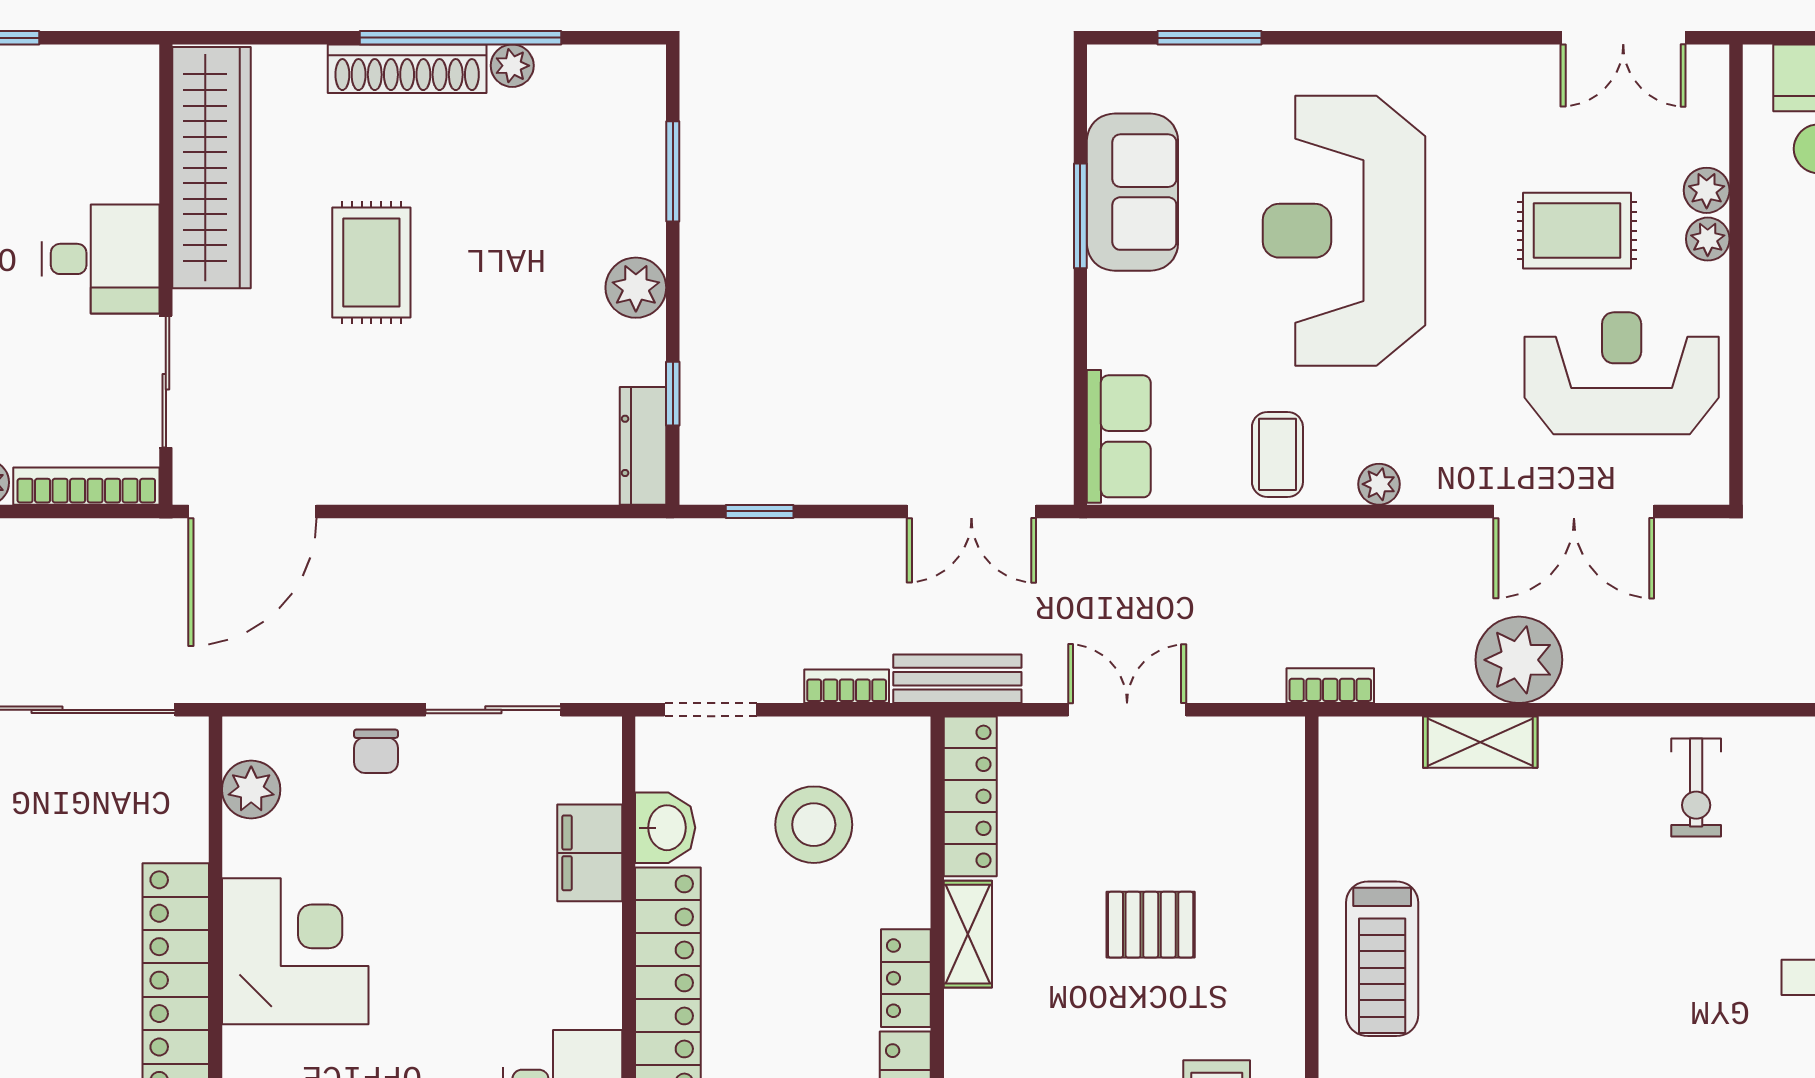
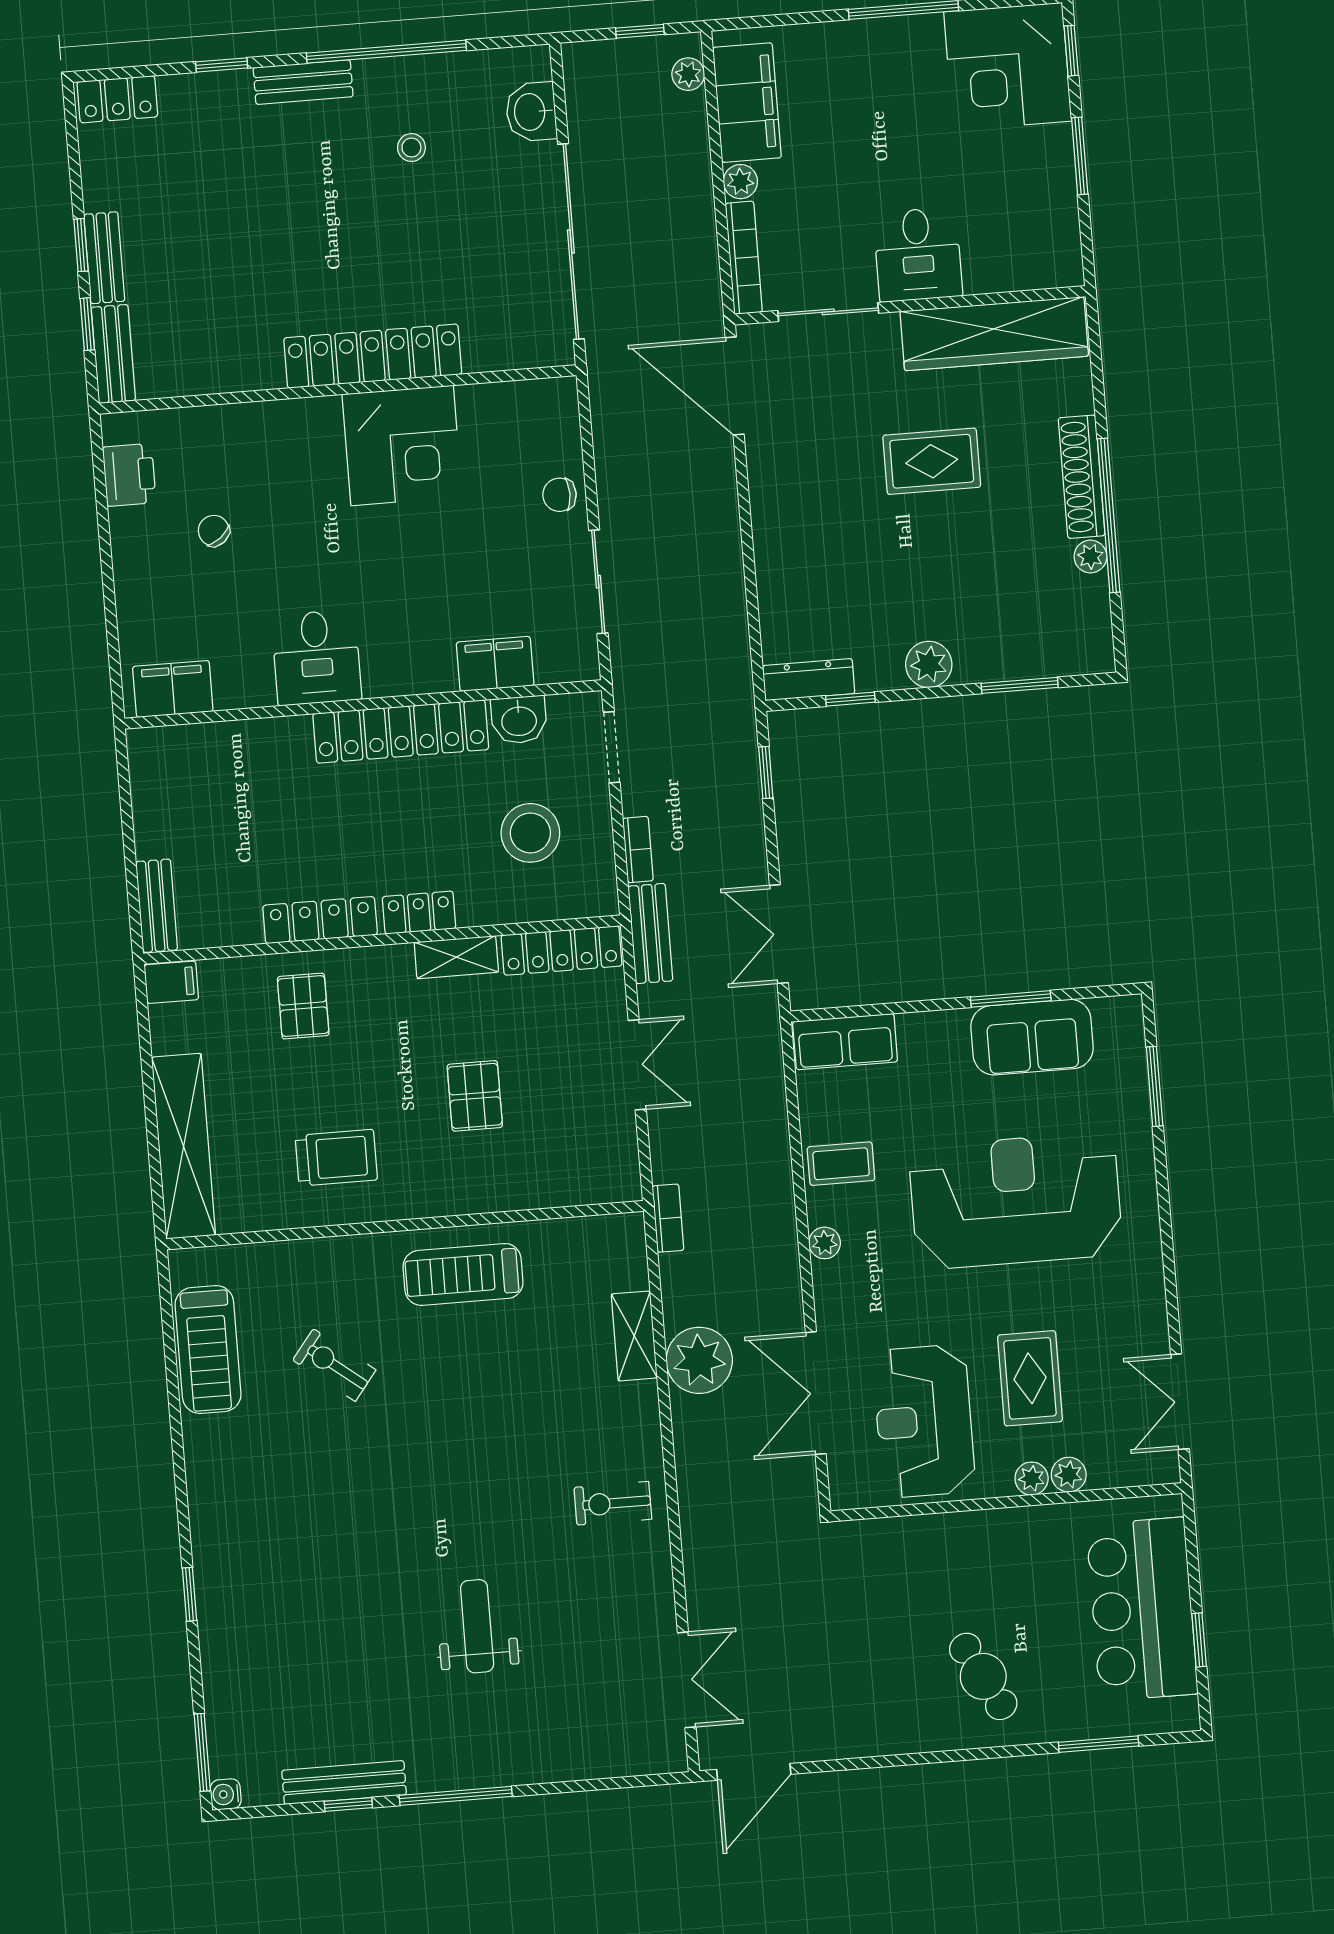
reception desk: (1622, 373) -> (924, 1421), turned 180
plant: (251, 790) -> (523, 402), removed

